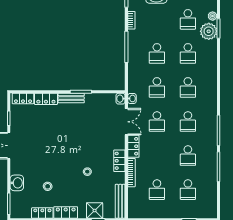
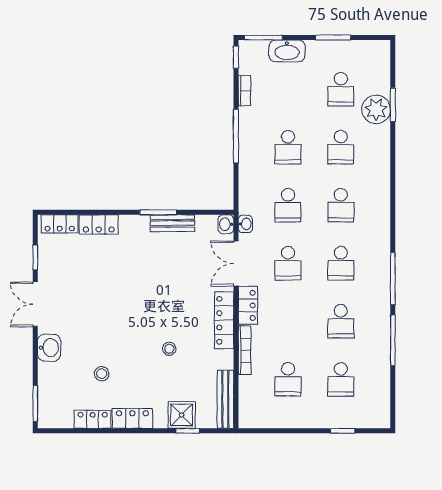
plant: (213, 16) -> (383, 83), removed
bench: (71, 98) -> (172, 223), moved
double door: (126, 122) -> (236, 264), swing flipped
locker: (119, 161) -> (224, 320), width x1.53
washbasin: (17, 183) -> (49, 348), moved

